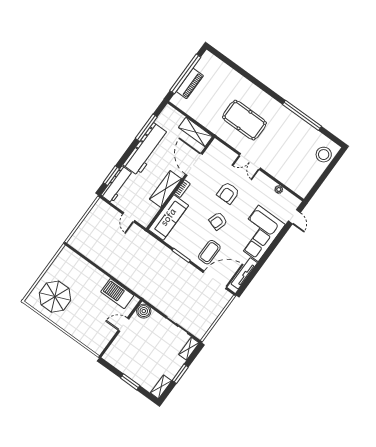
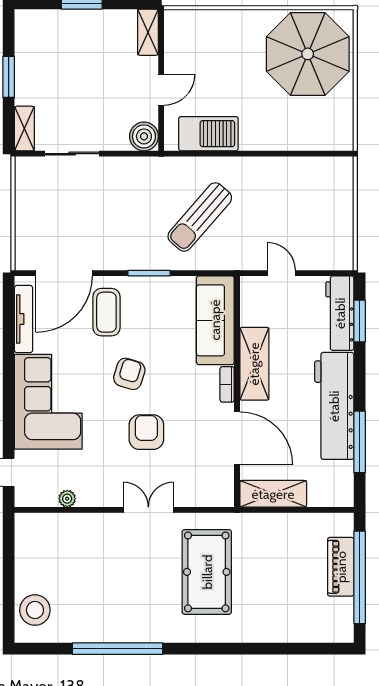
pool table: (244, 120) -> (207, 572), turned 90
sun lounger: (145, 263) -> (200, 217), added
parasol: (55, 297) -> (308, 54), width x1.36, depth x1.36
shelving: (161, 387) -> (148, 32), moved

